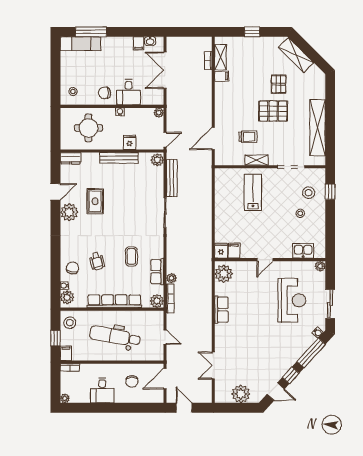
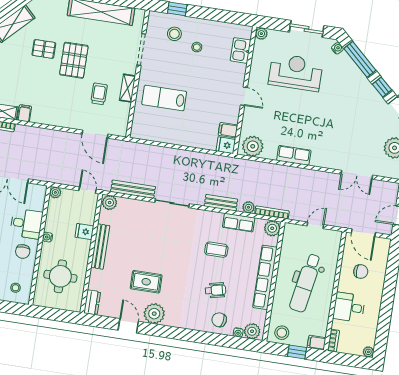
bench: (172, 254) -> (221, 203), added
desk: (102, 390) -> (349, 307), moved, turned 180

